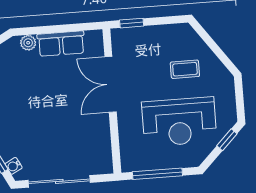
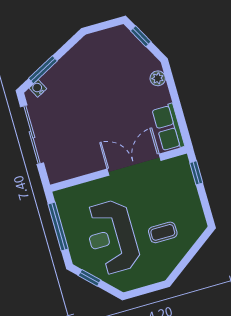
row of seats: (61, 44) -> (168, 127), moved
coffee table: (185, 69) -> (163, 232), turned 90
window: (227, 140) -> (90, 278), moved

